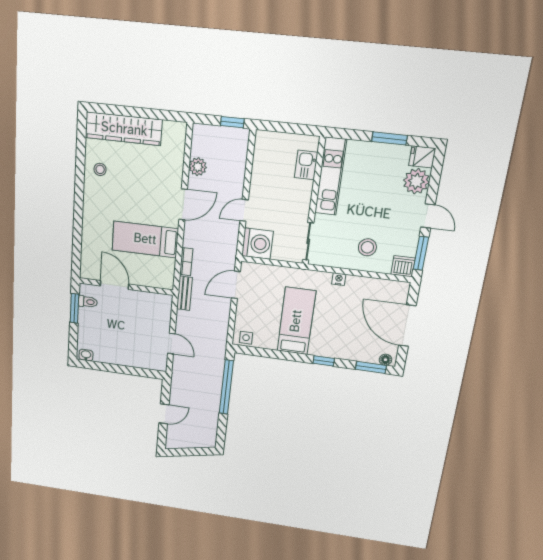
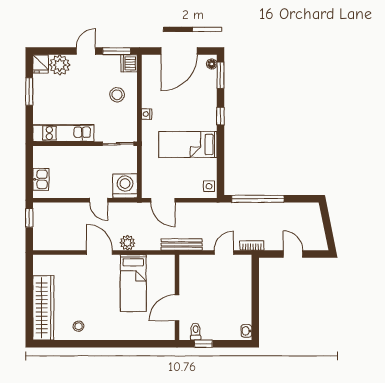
kitchen sink: (306, 165) -> (41, 179), moved, turned -90
plant: (198, 167) -> (127, 243), moved
bookcase: (186, 262) -> (252, 245), moved
bench: (185, 293) -> (182, 245), width x1.36
window: (74, 308) -> (203, 344), width x0.67

